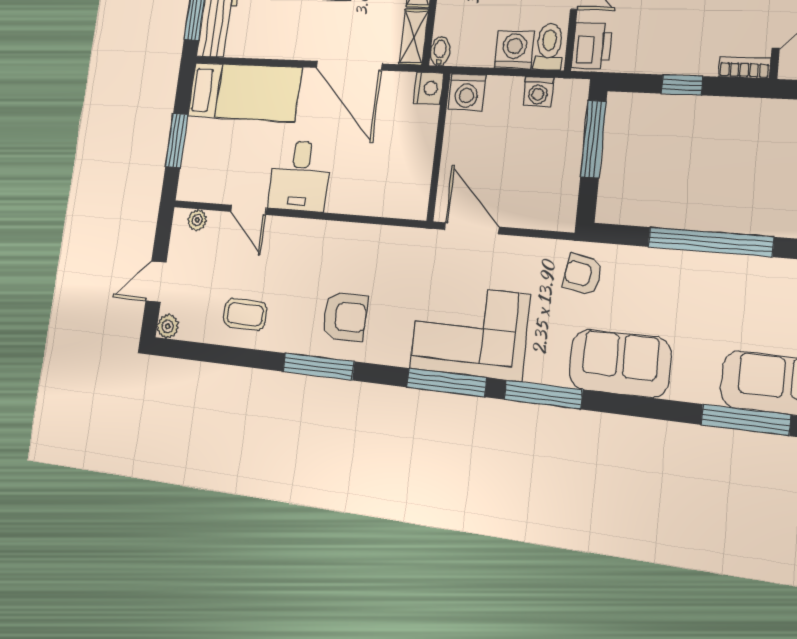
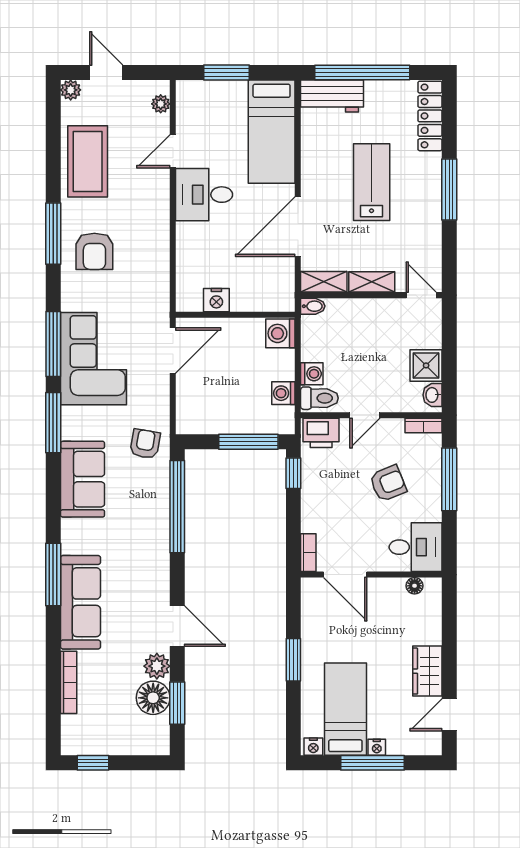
washing machine: (514, 50) -> (312, 374), width x0.73, depth x0.73
window: (682, 85) -> (293, 473), moved
nightstand: (429, 88) -> (216, 300), moved
window: (710, 242) -> (177, 507), moved
coffee table: (245, 314) -> (88, 161), width x1.86, depth x1.72

